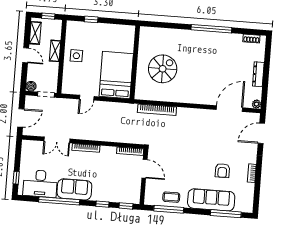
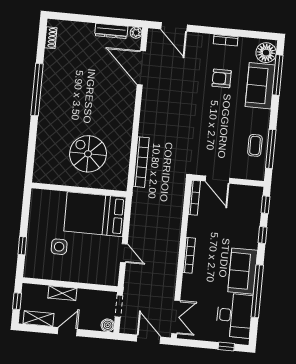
side table: (76, 56) -> (59, 247), moved
dresser: (258, 74) -> (111, 31), moved
double door: (57, 140) -> (176, 317), moved
door: (144, 169) -> (217, 180), swing flipped
armchair: (222, 171) -> (222, 78), turned 180
sofa: (211, 200) -> (260, 86), width x0.73
floor lamp: (243, 204) -> (266, 53), added

